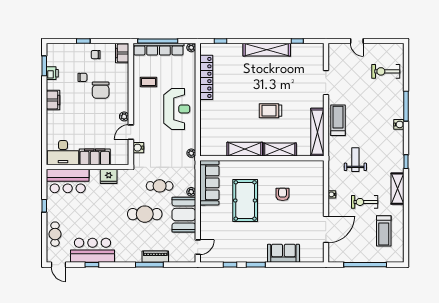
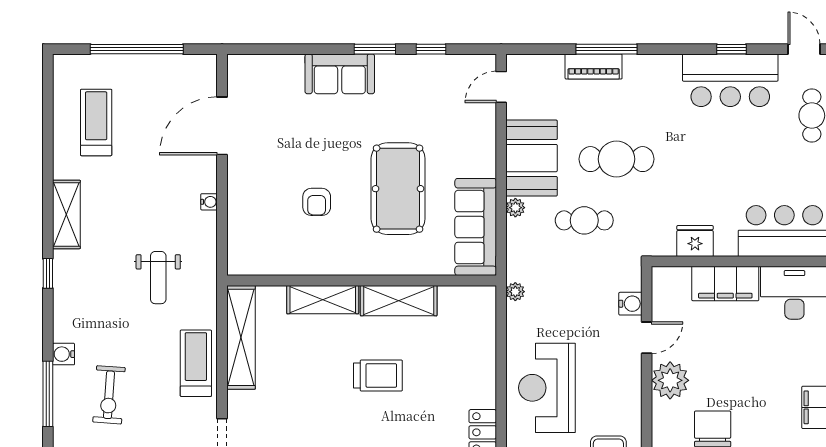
trolley: (270, 111) -> (378, 375), moved
plant: (124, 116) -> (670, 380), width x1.87, depth x1.87
treadmill: (338, 120) -> (196, 363), turned 180
exercise bike: (365, 202) -> (109, 395), moved, turned 94
sofa: (283, 253) -> (340, 74), moved

